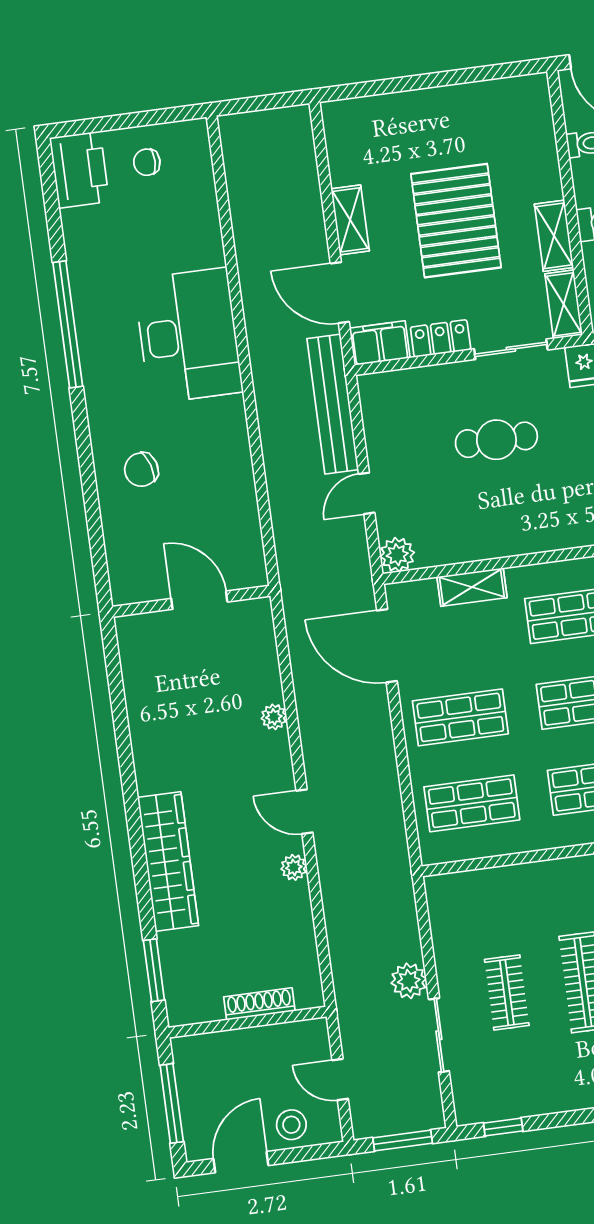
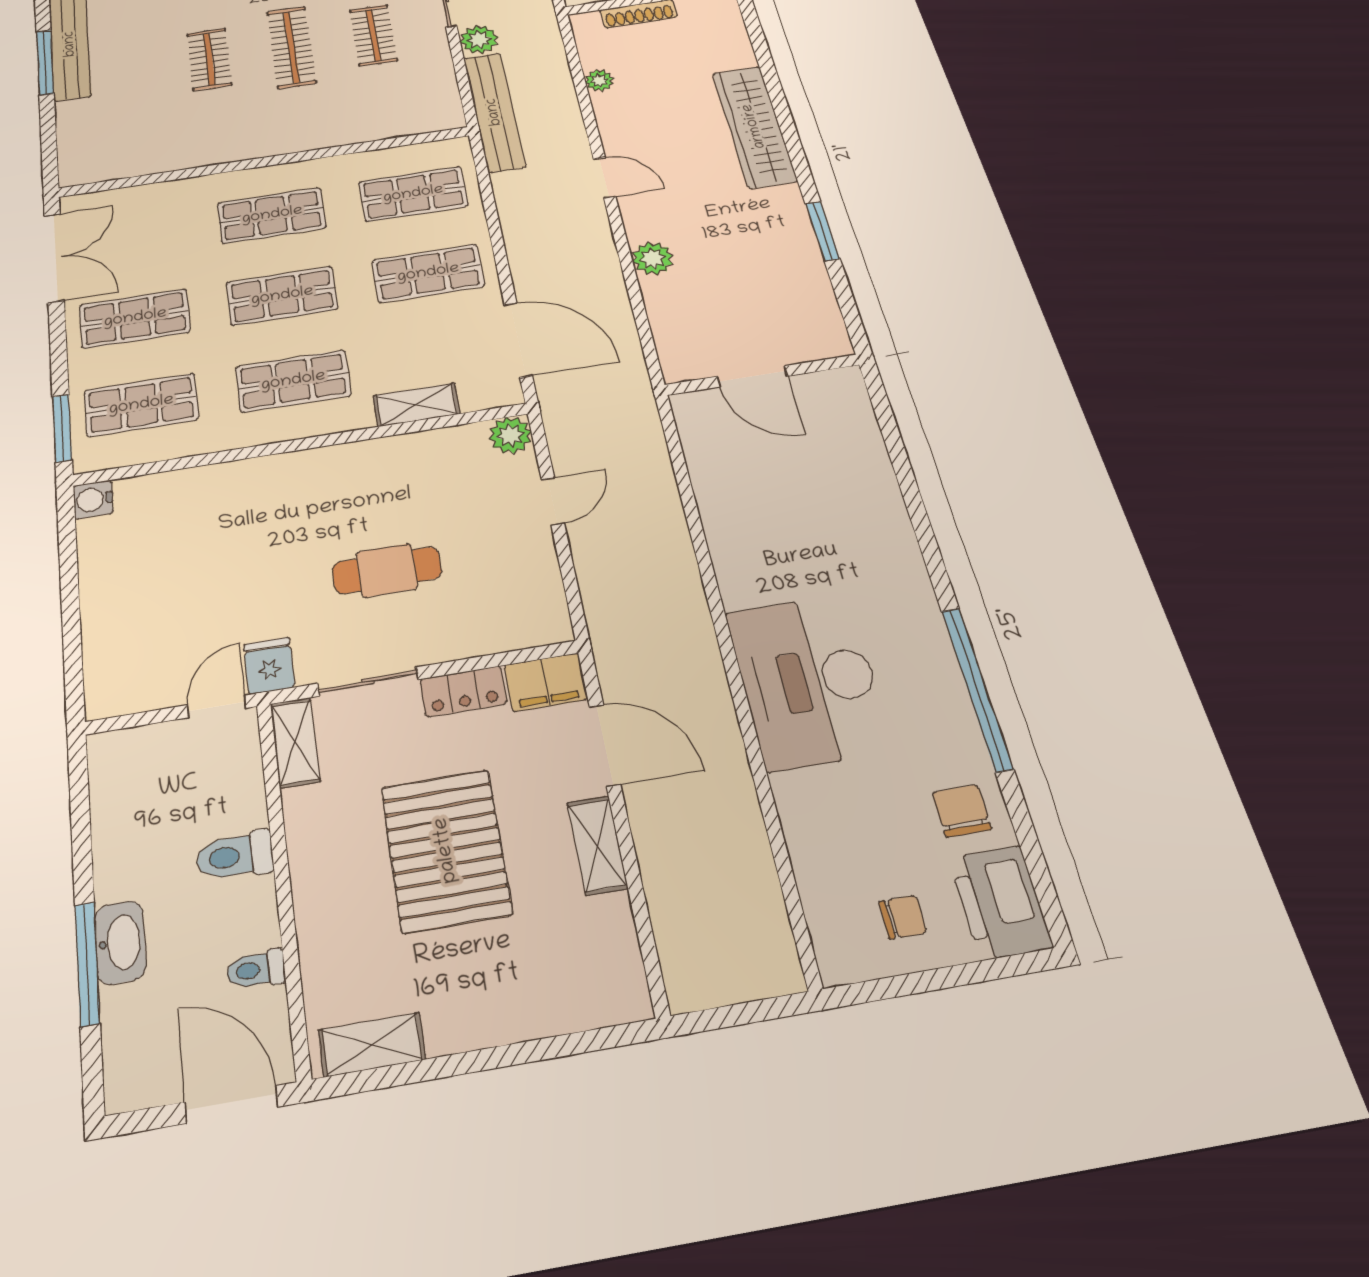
shelving: (554, 236) -> (372, 1045), moved, turned 90
bench: (333, 404) -> (494, 112), moved
chair: (141, 470) -> (962, 811), moved, turned -73
plant: (274, 717) -> (653, 258), width x1.38, depth x1.38
plant: (294, 867) -> (599, 80), moved
window: (154, 970) -> (823, 231), moved

